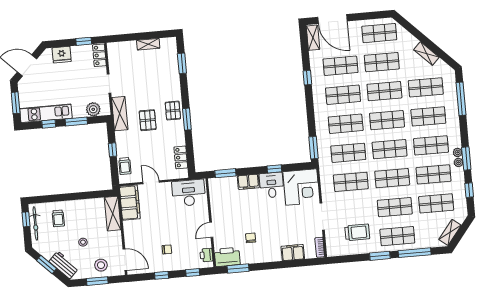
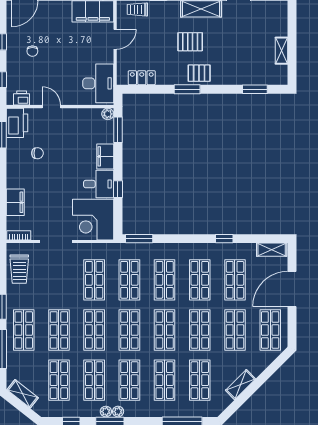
door: (332, 19) -> (292, 289), moved
plant: (213, 183) -> (108, 114), added
trolley: (357, 232) -> (19, 269), moved

